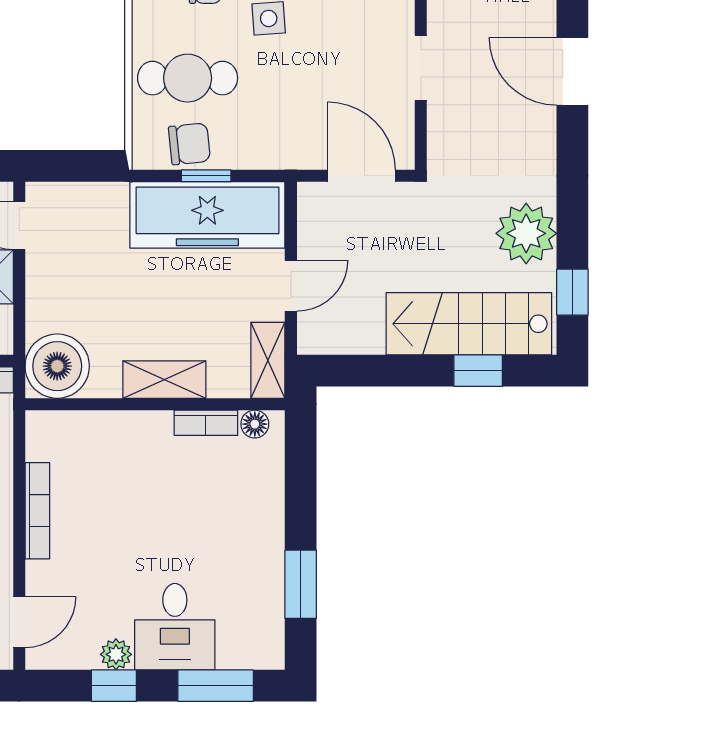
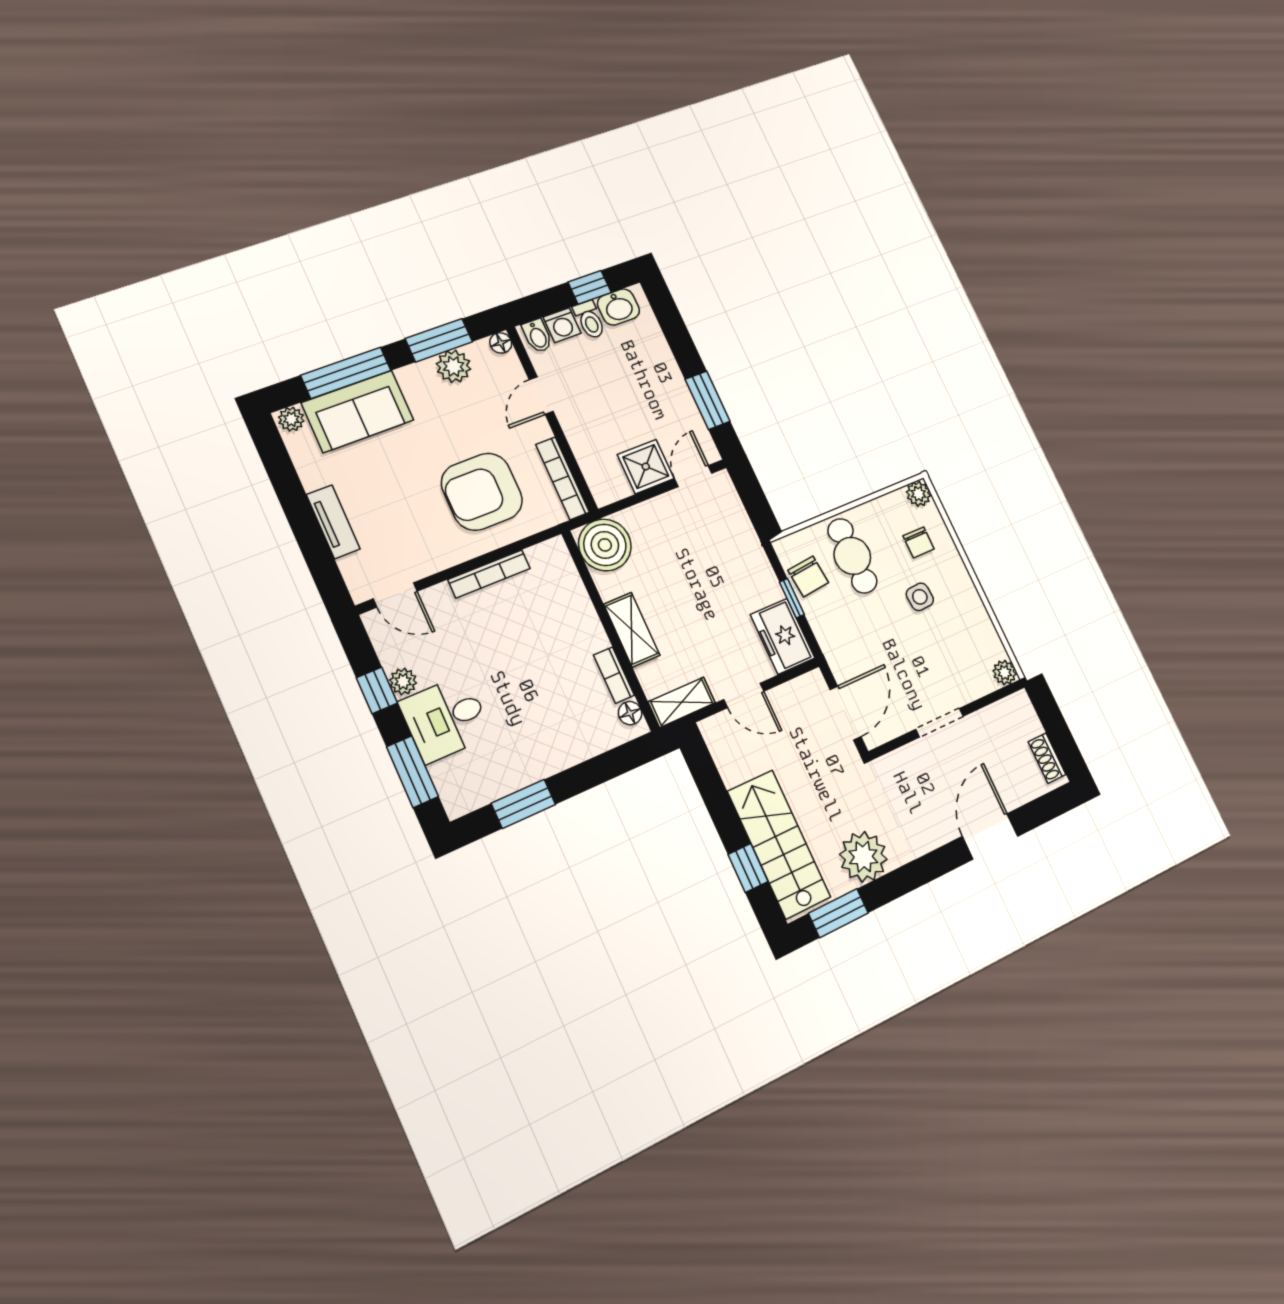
freezer: (207, 215) -> (783, 636), width x0.52, depth x0.79
window: (572, 292) -> (838, 913), width x1.50

